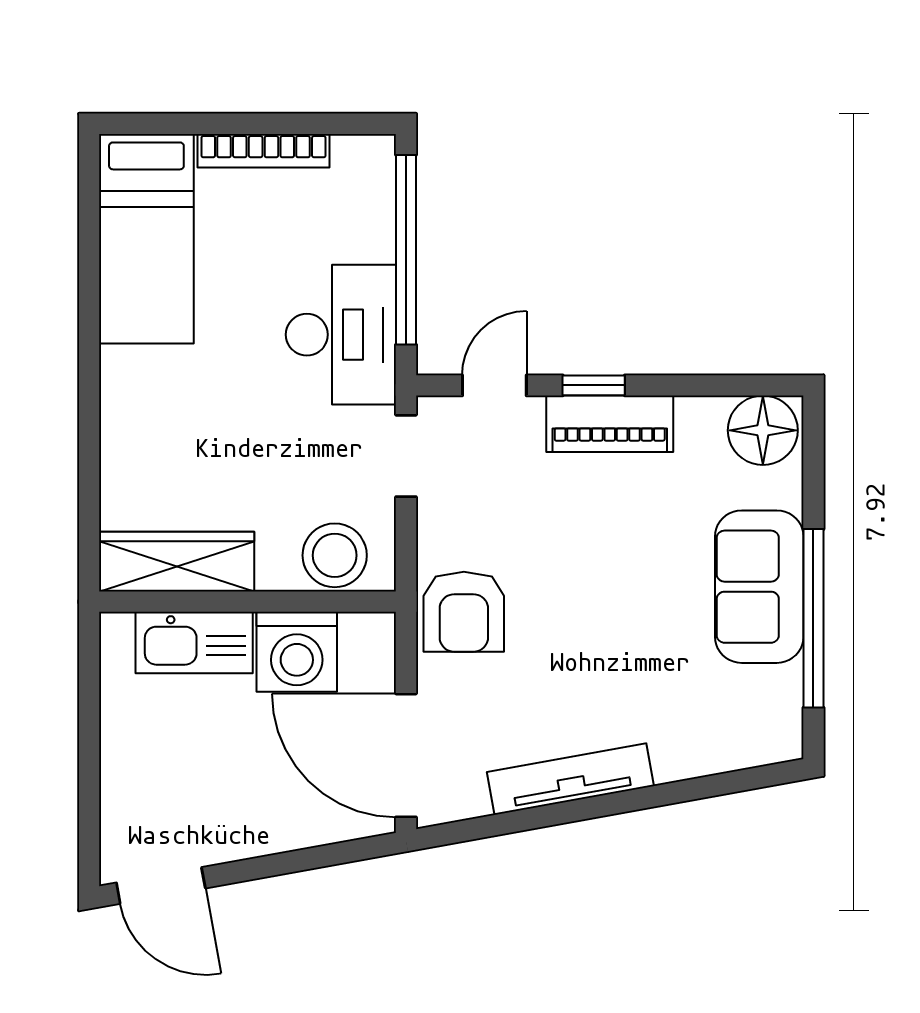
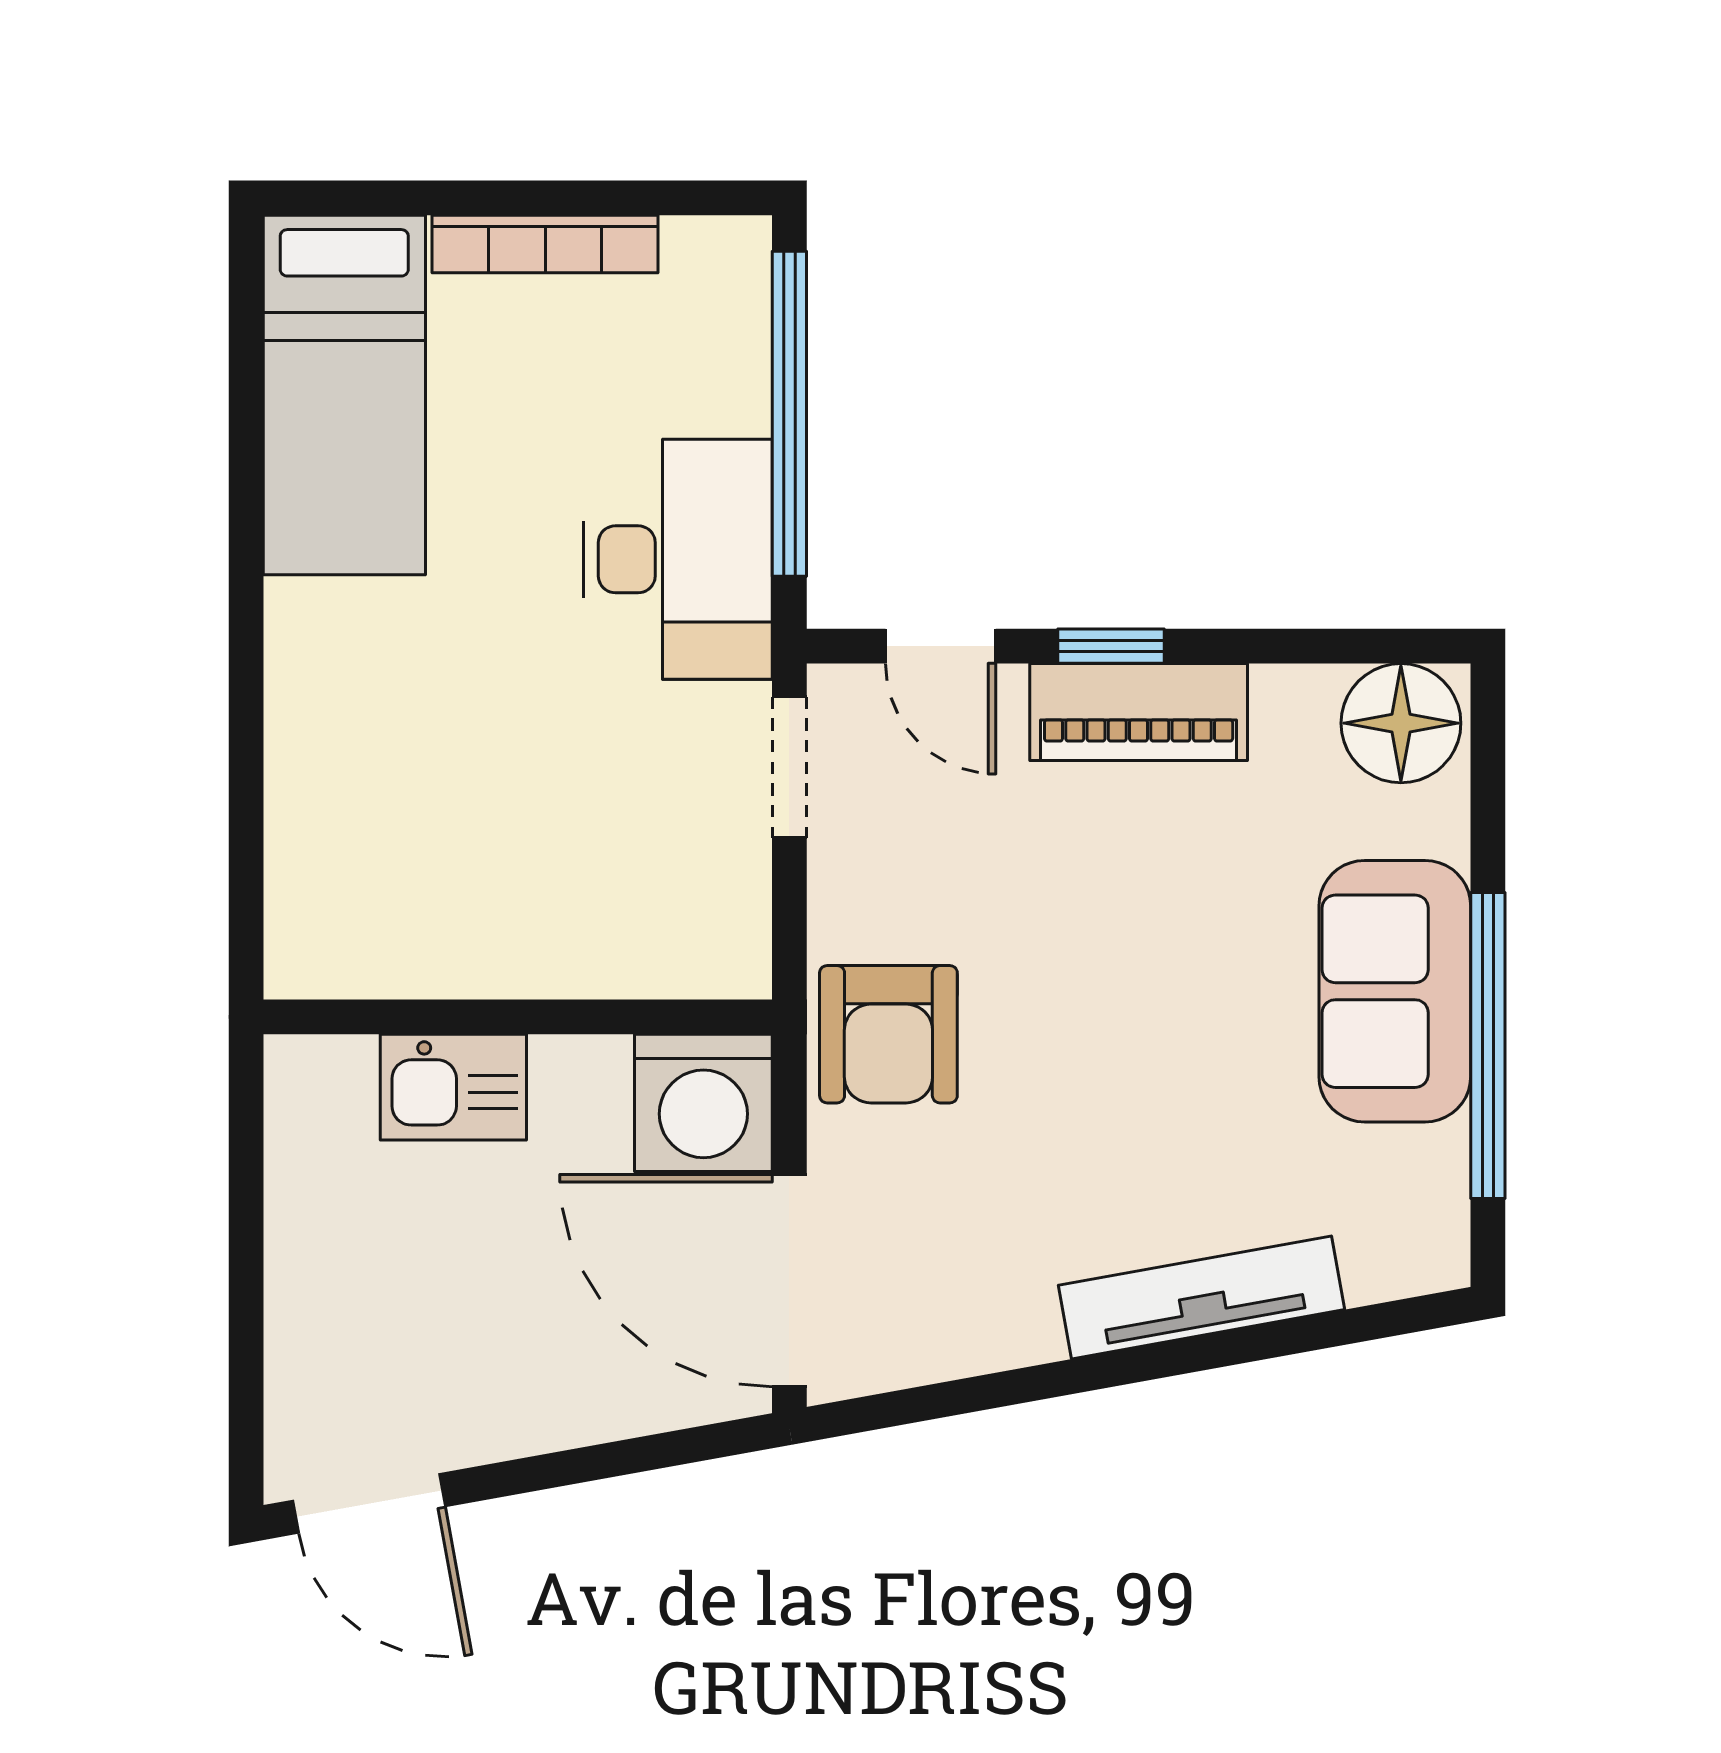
door: (494, 385) -> (941, 646), swing flipped
stool: (335, 555) -> (667, 938), removed
wardrobe: (177, 562) -> (396, 948), removed
kitchen sink: (194, 643) -> (453, 1087), width x0.73
washing machine: (297, 652) -> (703, 1103), moved
tv unit: (570, 779) -> (1201, 1297), moved

